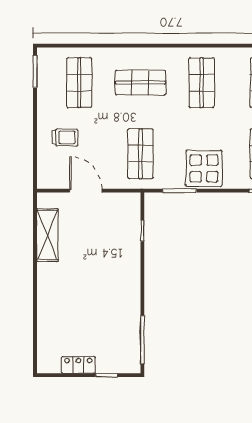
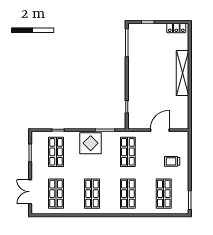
shop shelf: (140, 83) -> (128, 194), turned 90
door: (86, 191) -> (160, 130), swing flipped
shelving: (47, 235) -> (183, 73), moved, width x1.47
locker: (78, 365) -> (176, 28), moved

